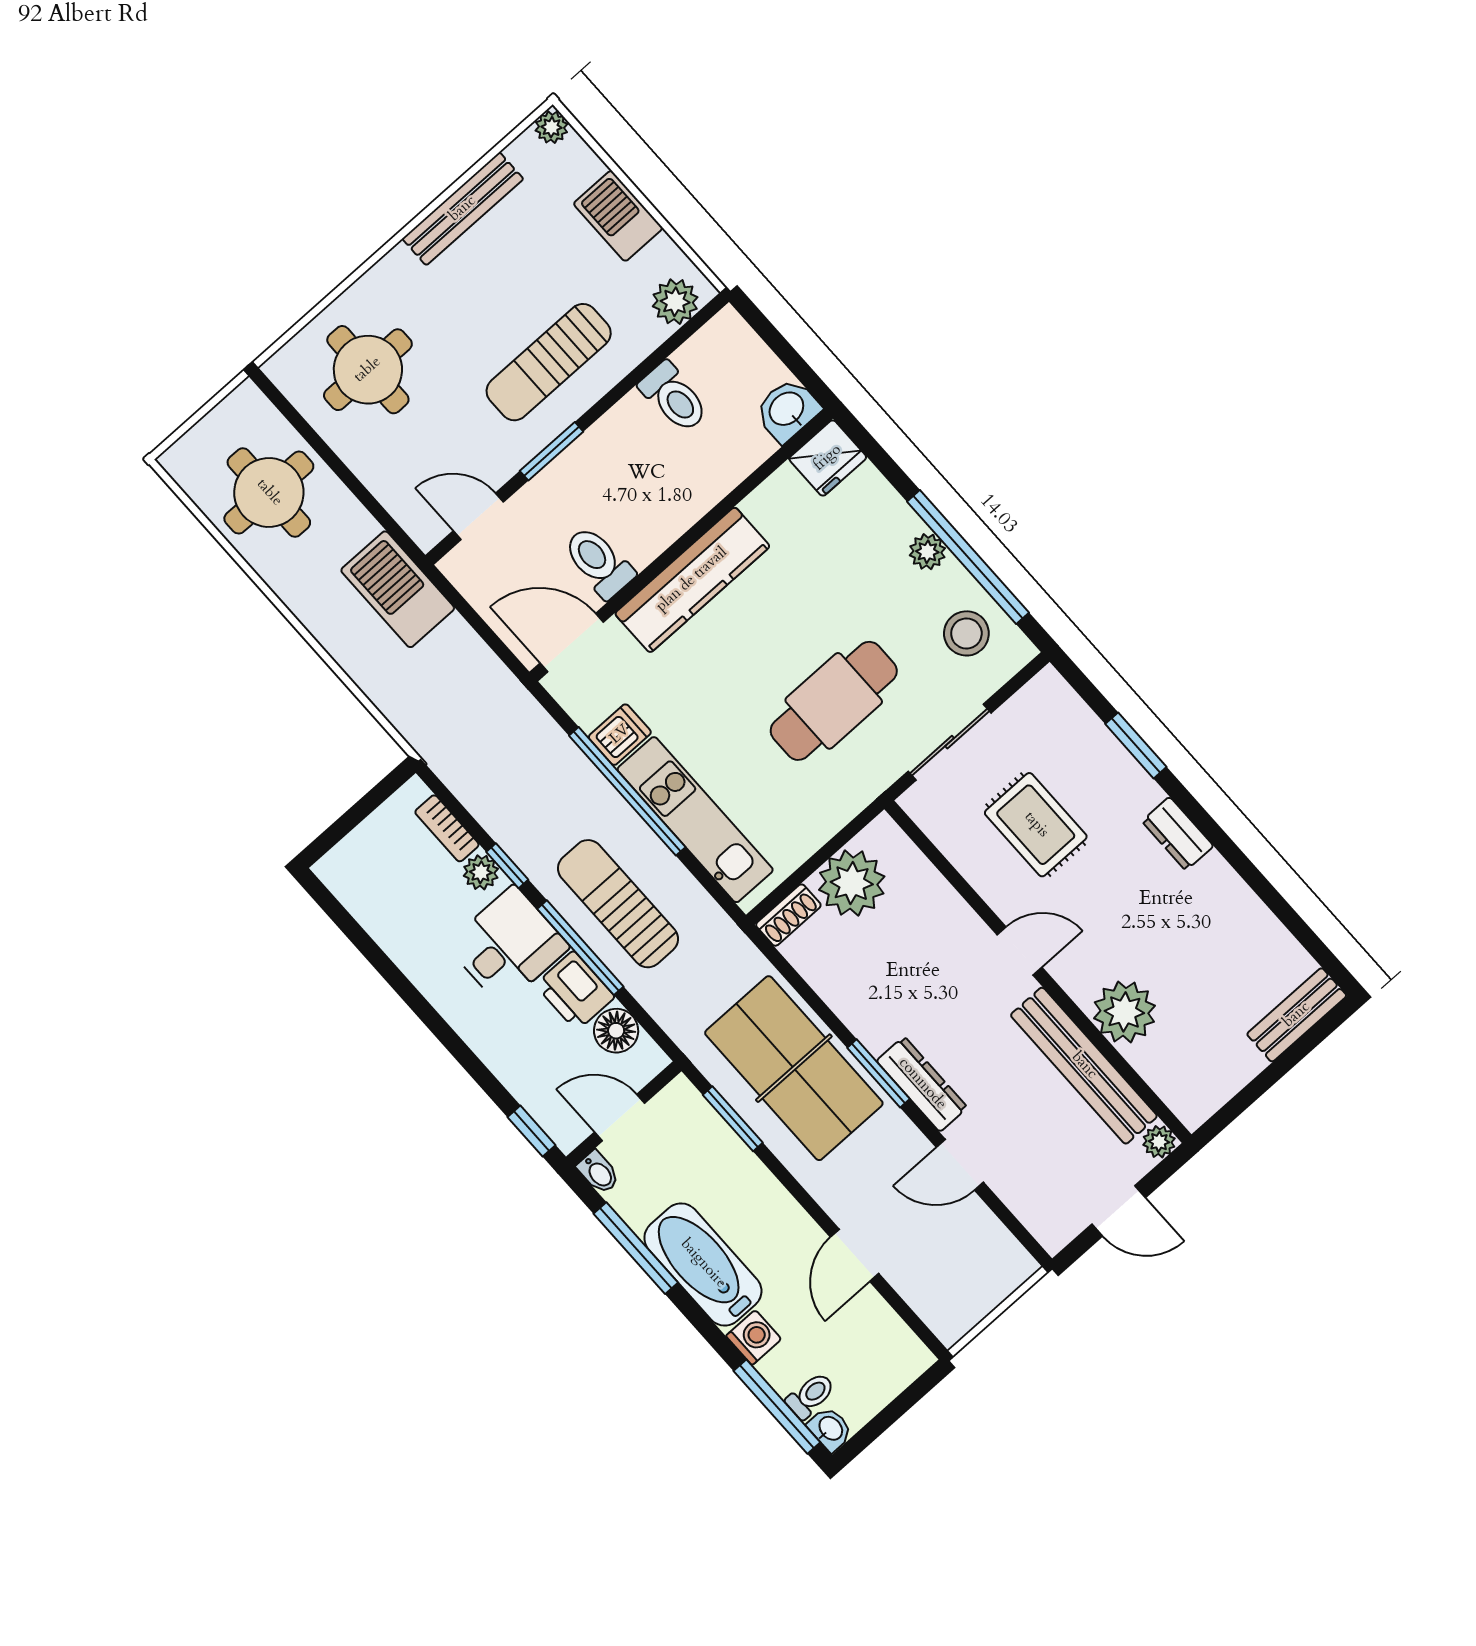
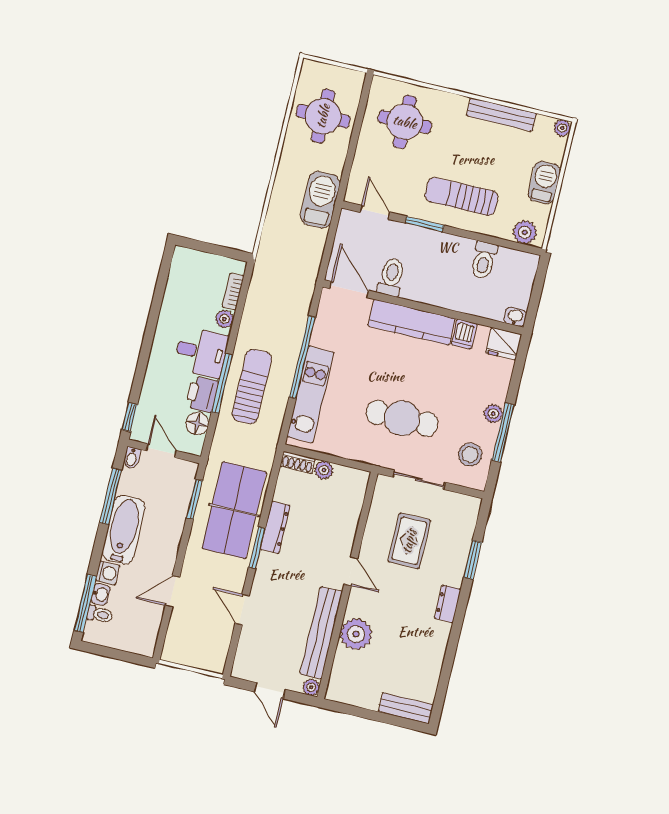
washbasin: (787, 410) -> (515, 317), width x0.72, depth x0.69
window: (968, 557) -> (503, 433), width x0.68
dishwasher: (620, 735) -> (464, 334), moved, turned 90
window: (507, 866) -> (235, 328), removed
plant: (852, 883) -> (324, 470), width x0.53, depth x0.53
dresser: (922, 1084) -> (275, 527), moved
washbasin: (830, 1429) -> (100, 594), moved

